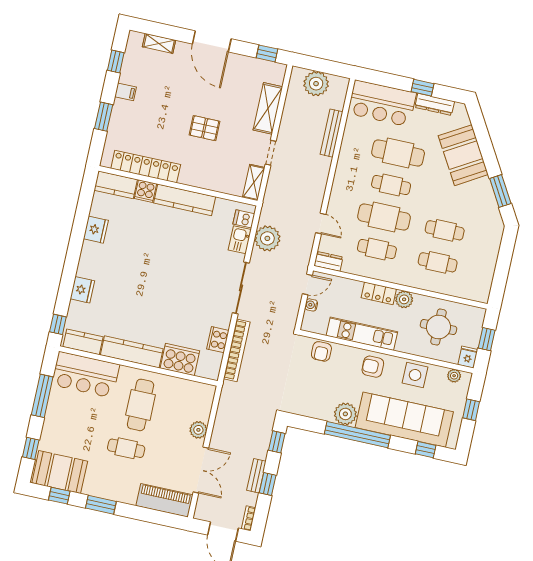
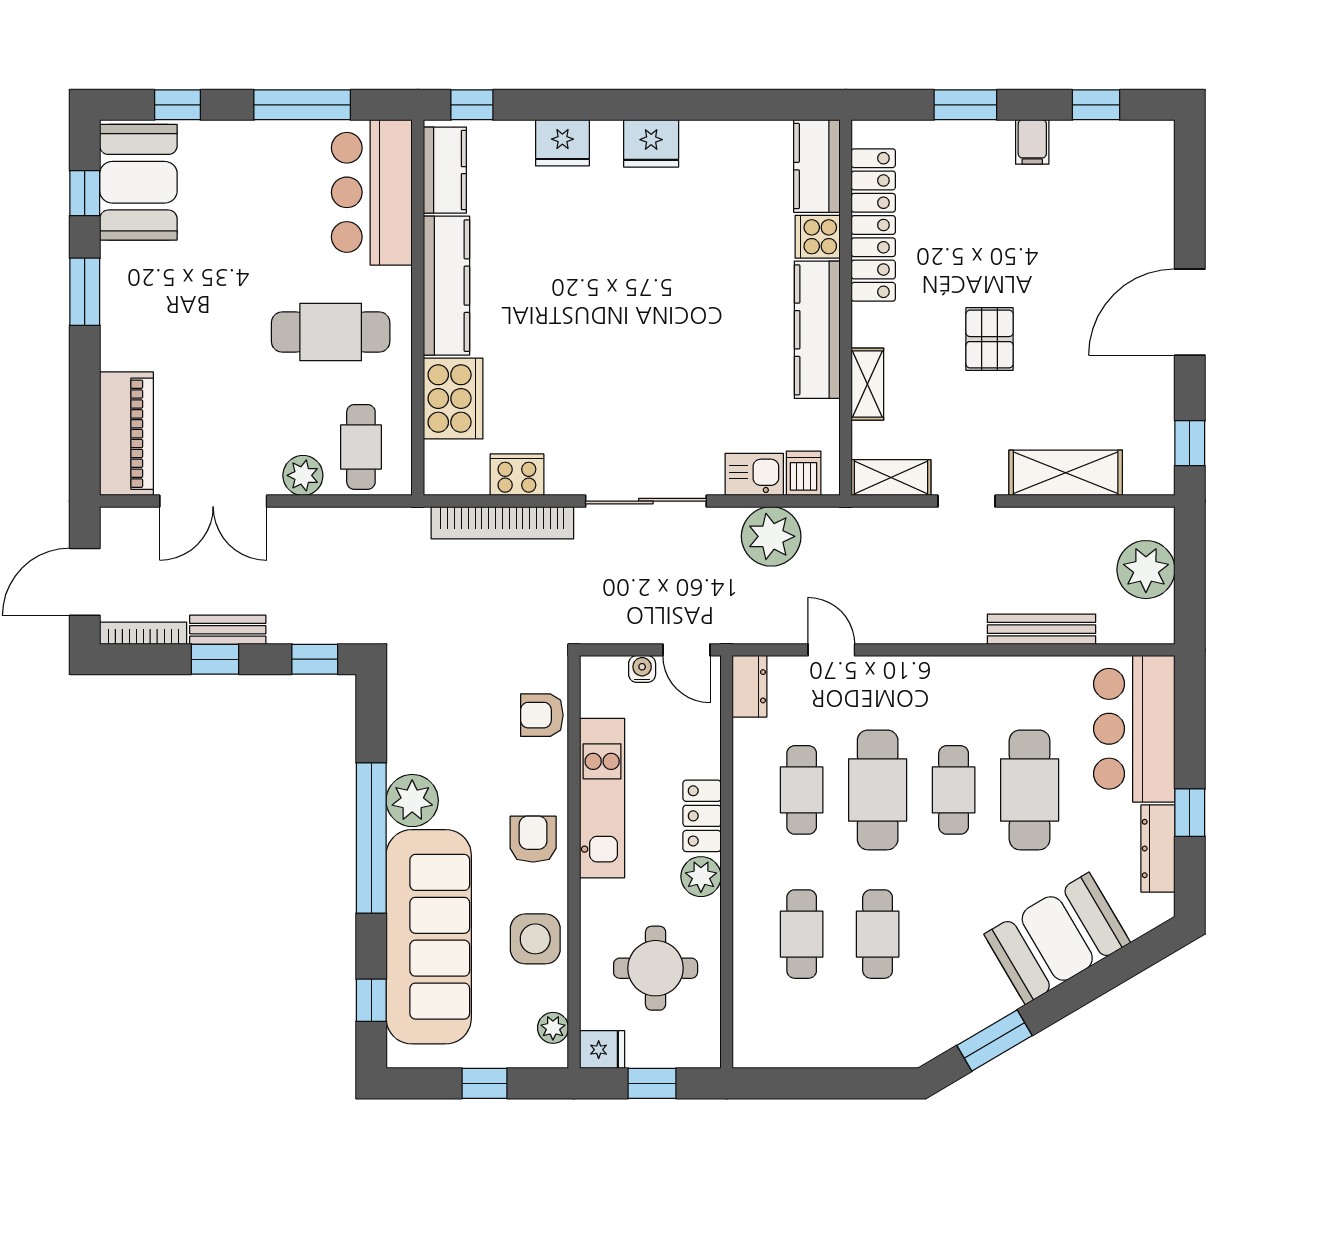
shelving: (159, 43) -> (867, 384), moved
door: (321, 224) -> (831, 650), swing flipped
fridge: (96, 230) -> (651, 143), moved
cafe table: (126, 448) -> (361, 447), moved
bookcase: (249, 518) -> (143, 633), width x1.56

